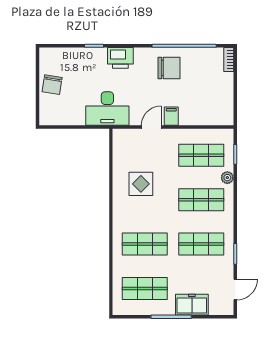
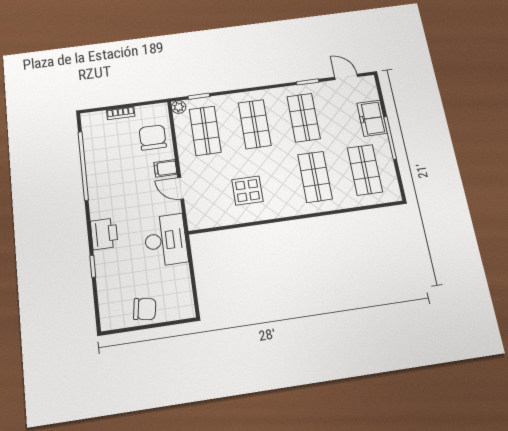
bookcase: (229, 59) -> (121, 113), moved
chair: (169, 68) -> (153, 137), moved
plant: (227, 178) -> (179, 107), moved

